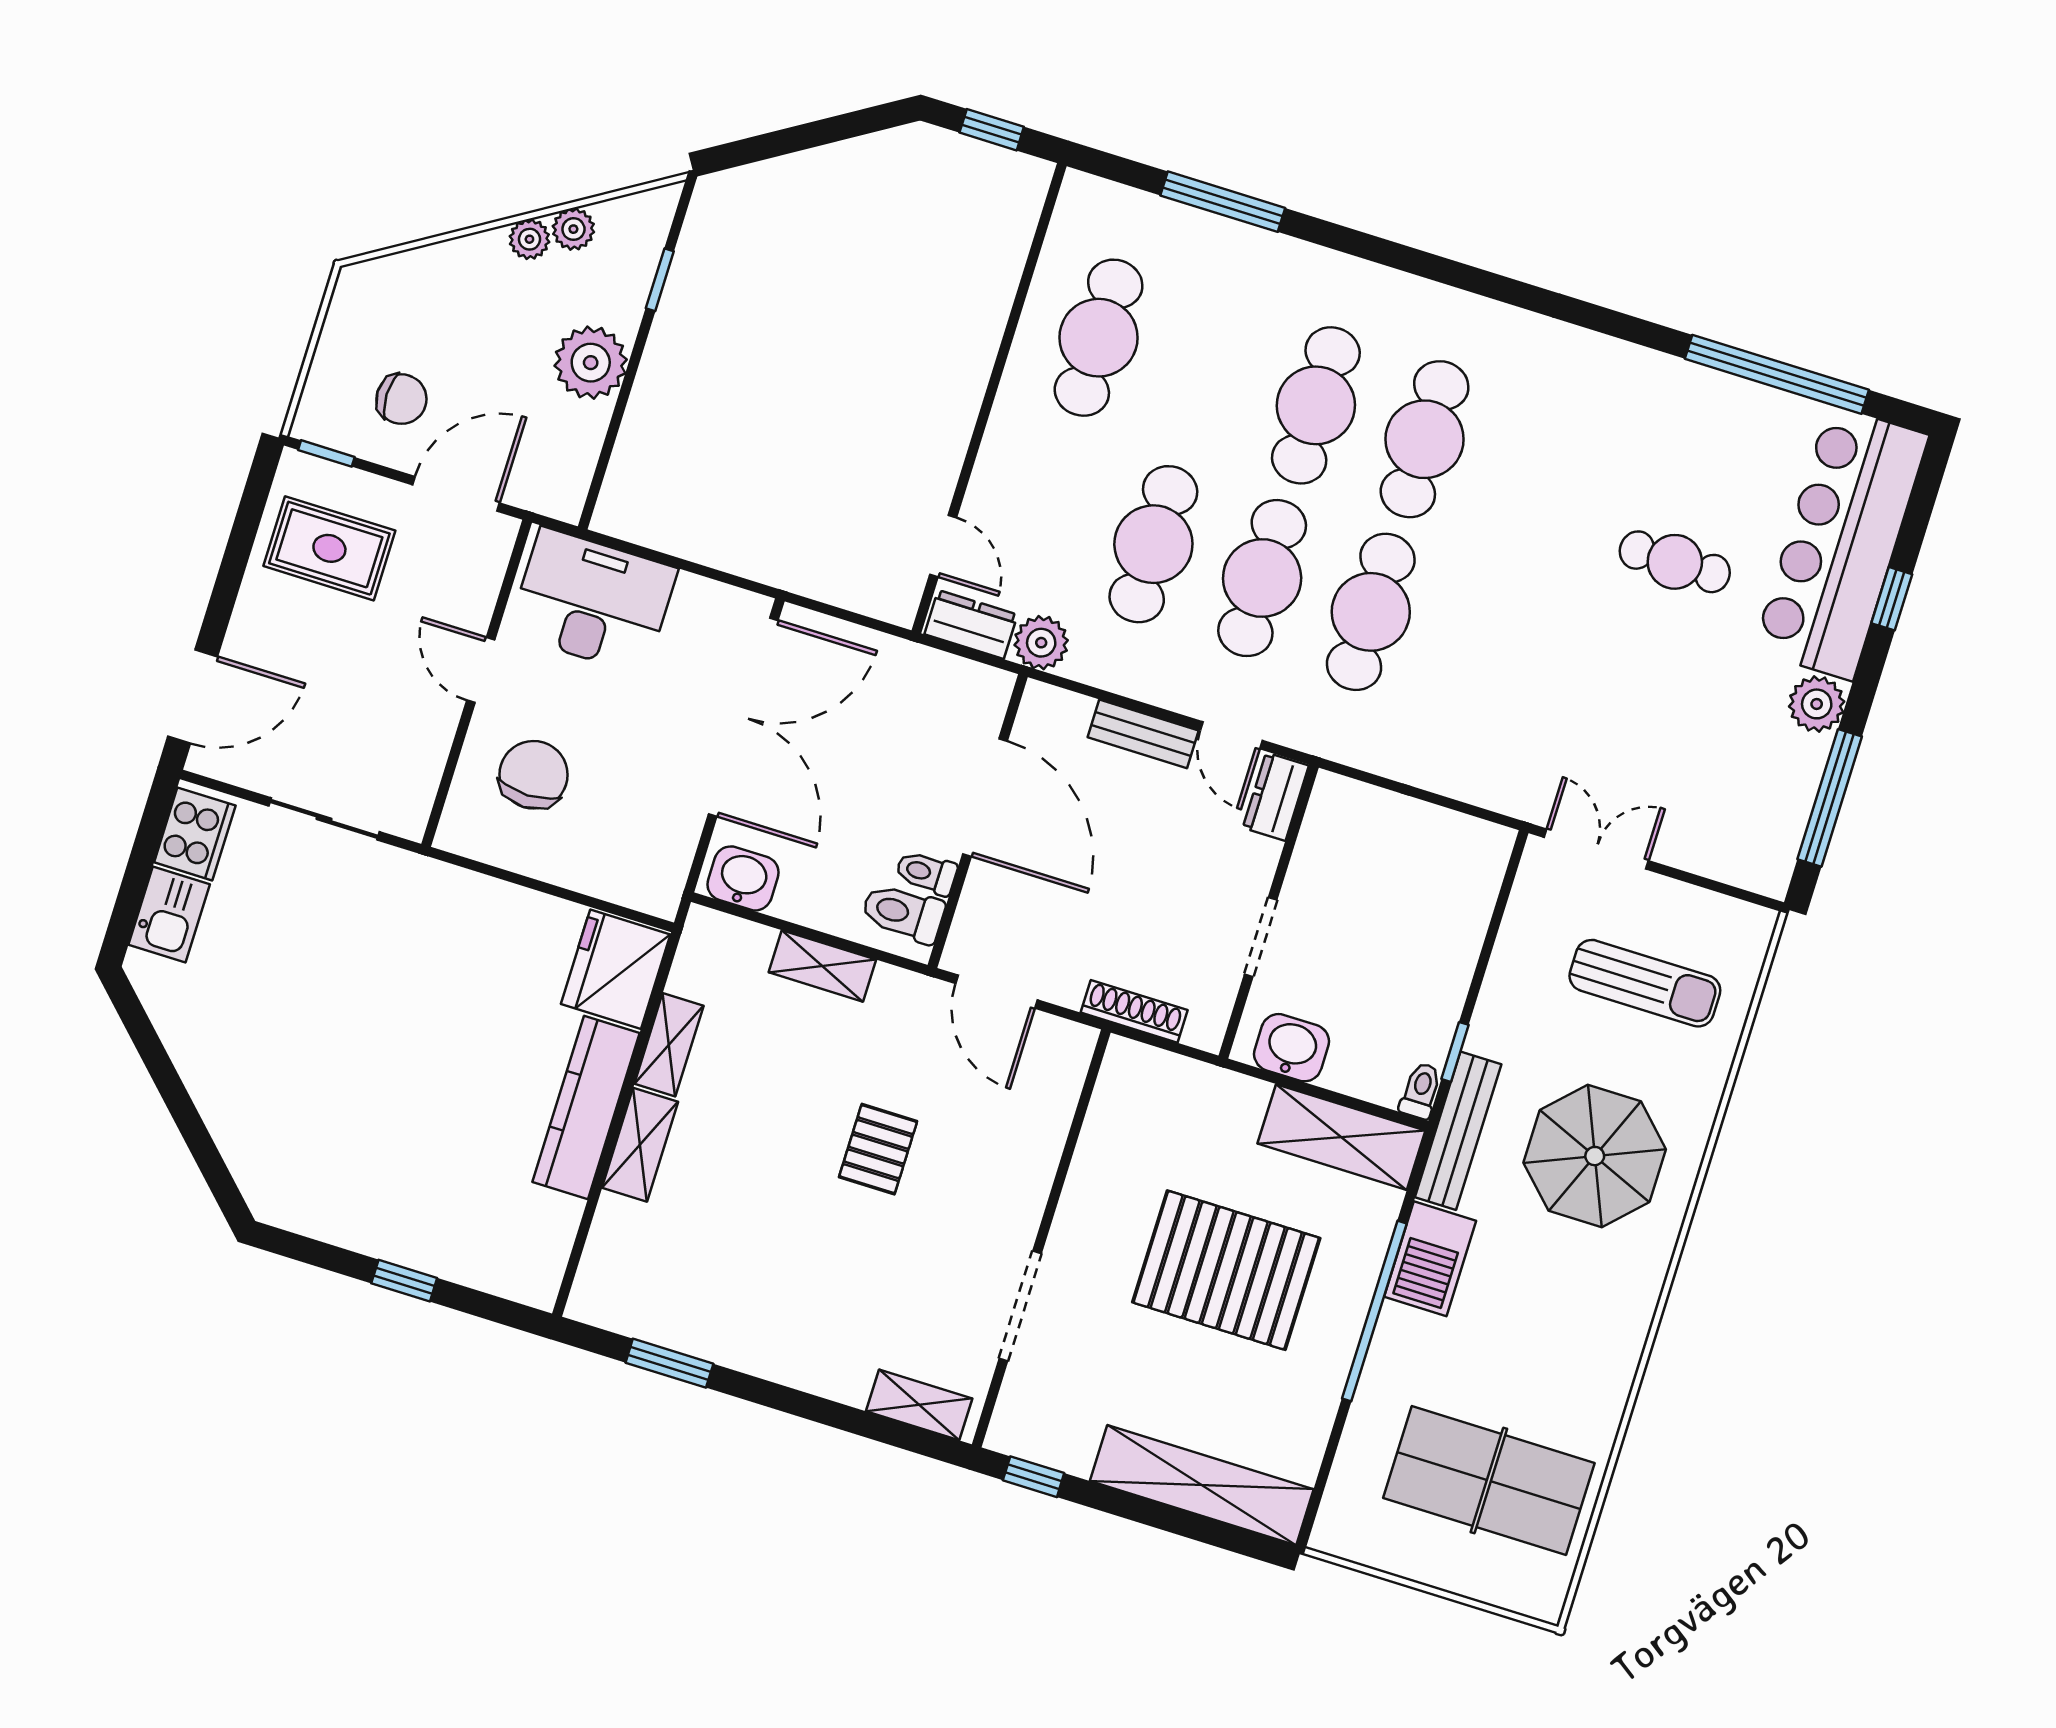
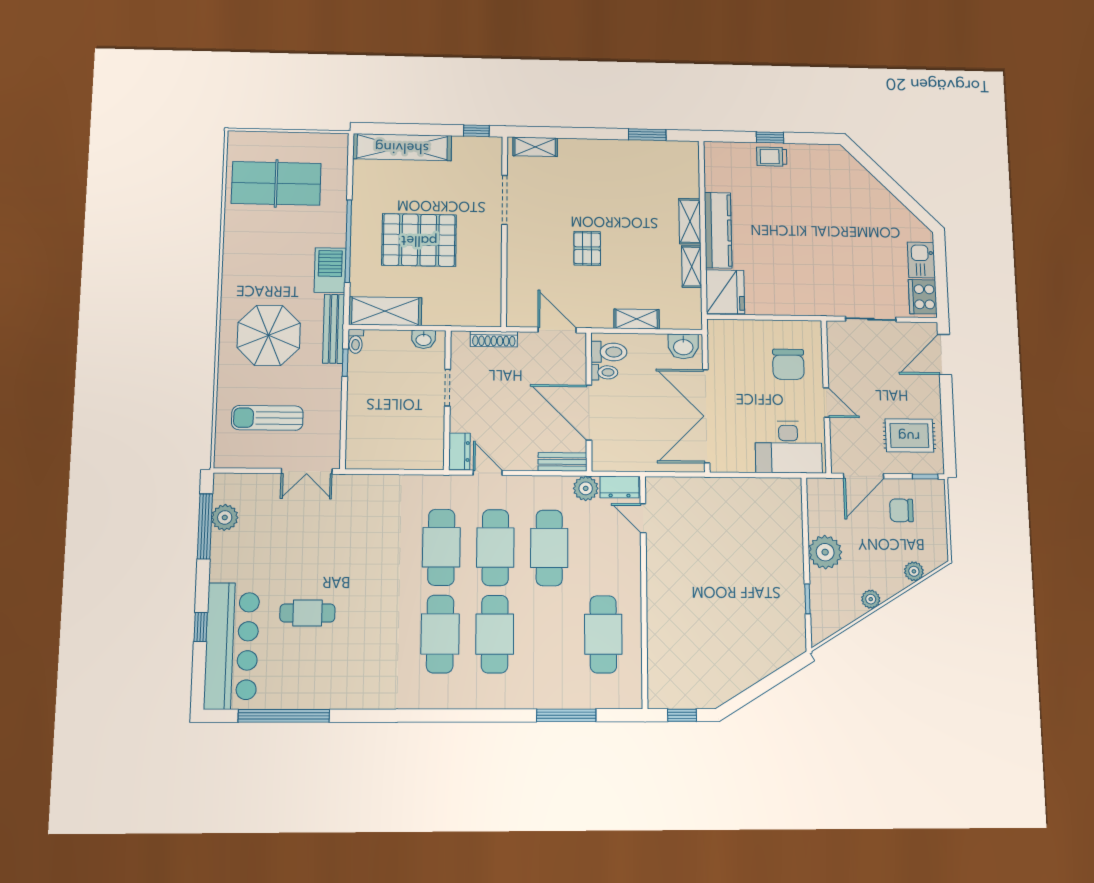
plant: (573, 229) -> (914, 571), moved
plant: (1817, 704) -> (225, 517), moved
bench: (1143, 734) -> (563, 462), moved
washbasin: (1292, 1048) -> (424, 339), width x0.72, depth x0.69
trolley: (415, 1237) -> (772, 157), added

